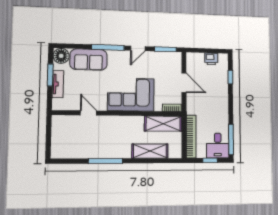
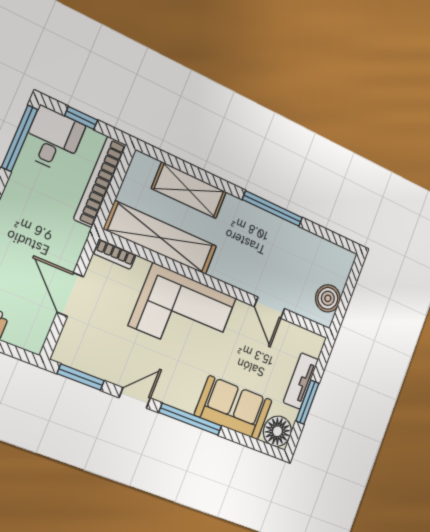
shelving: (163, 124) -> (161, 238), width x1.47
boiler: (59, 130) -> (328, 298), added

